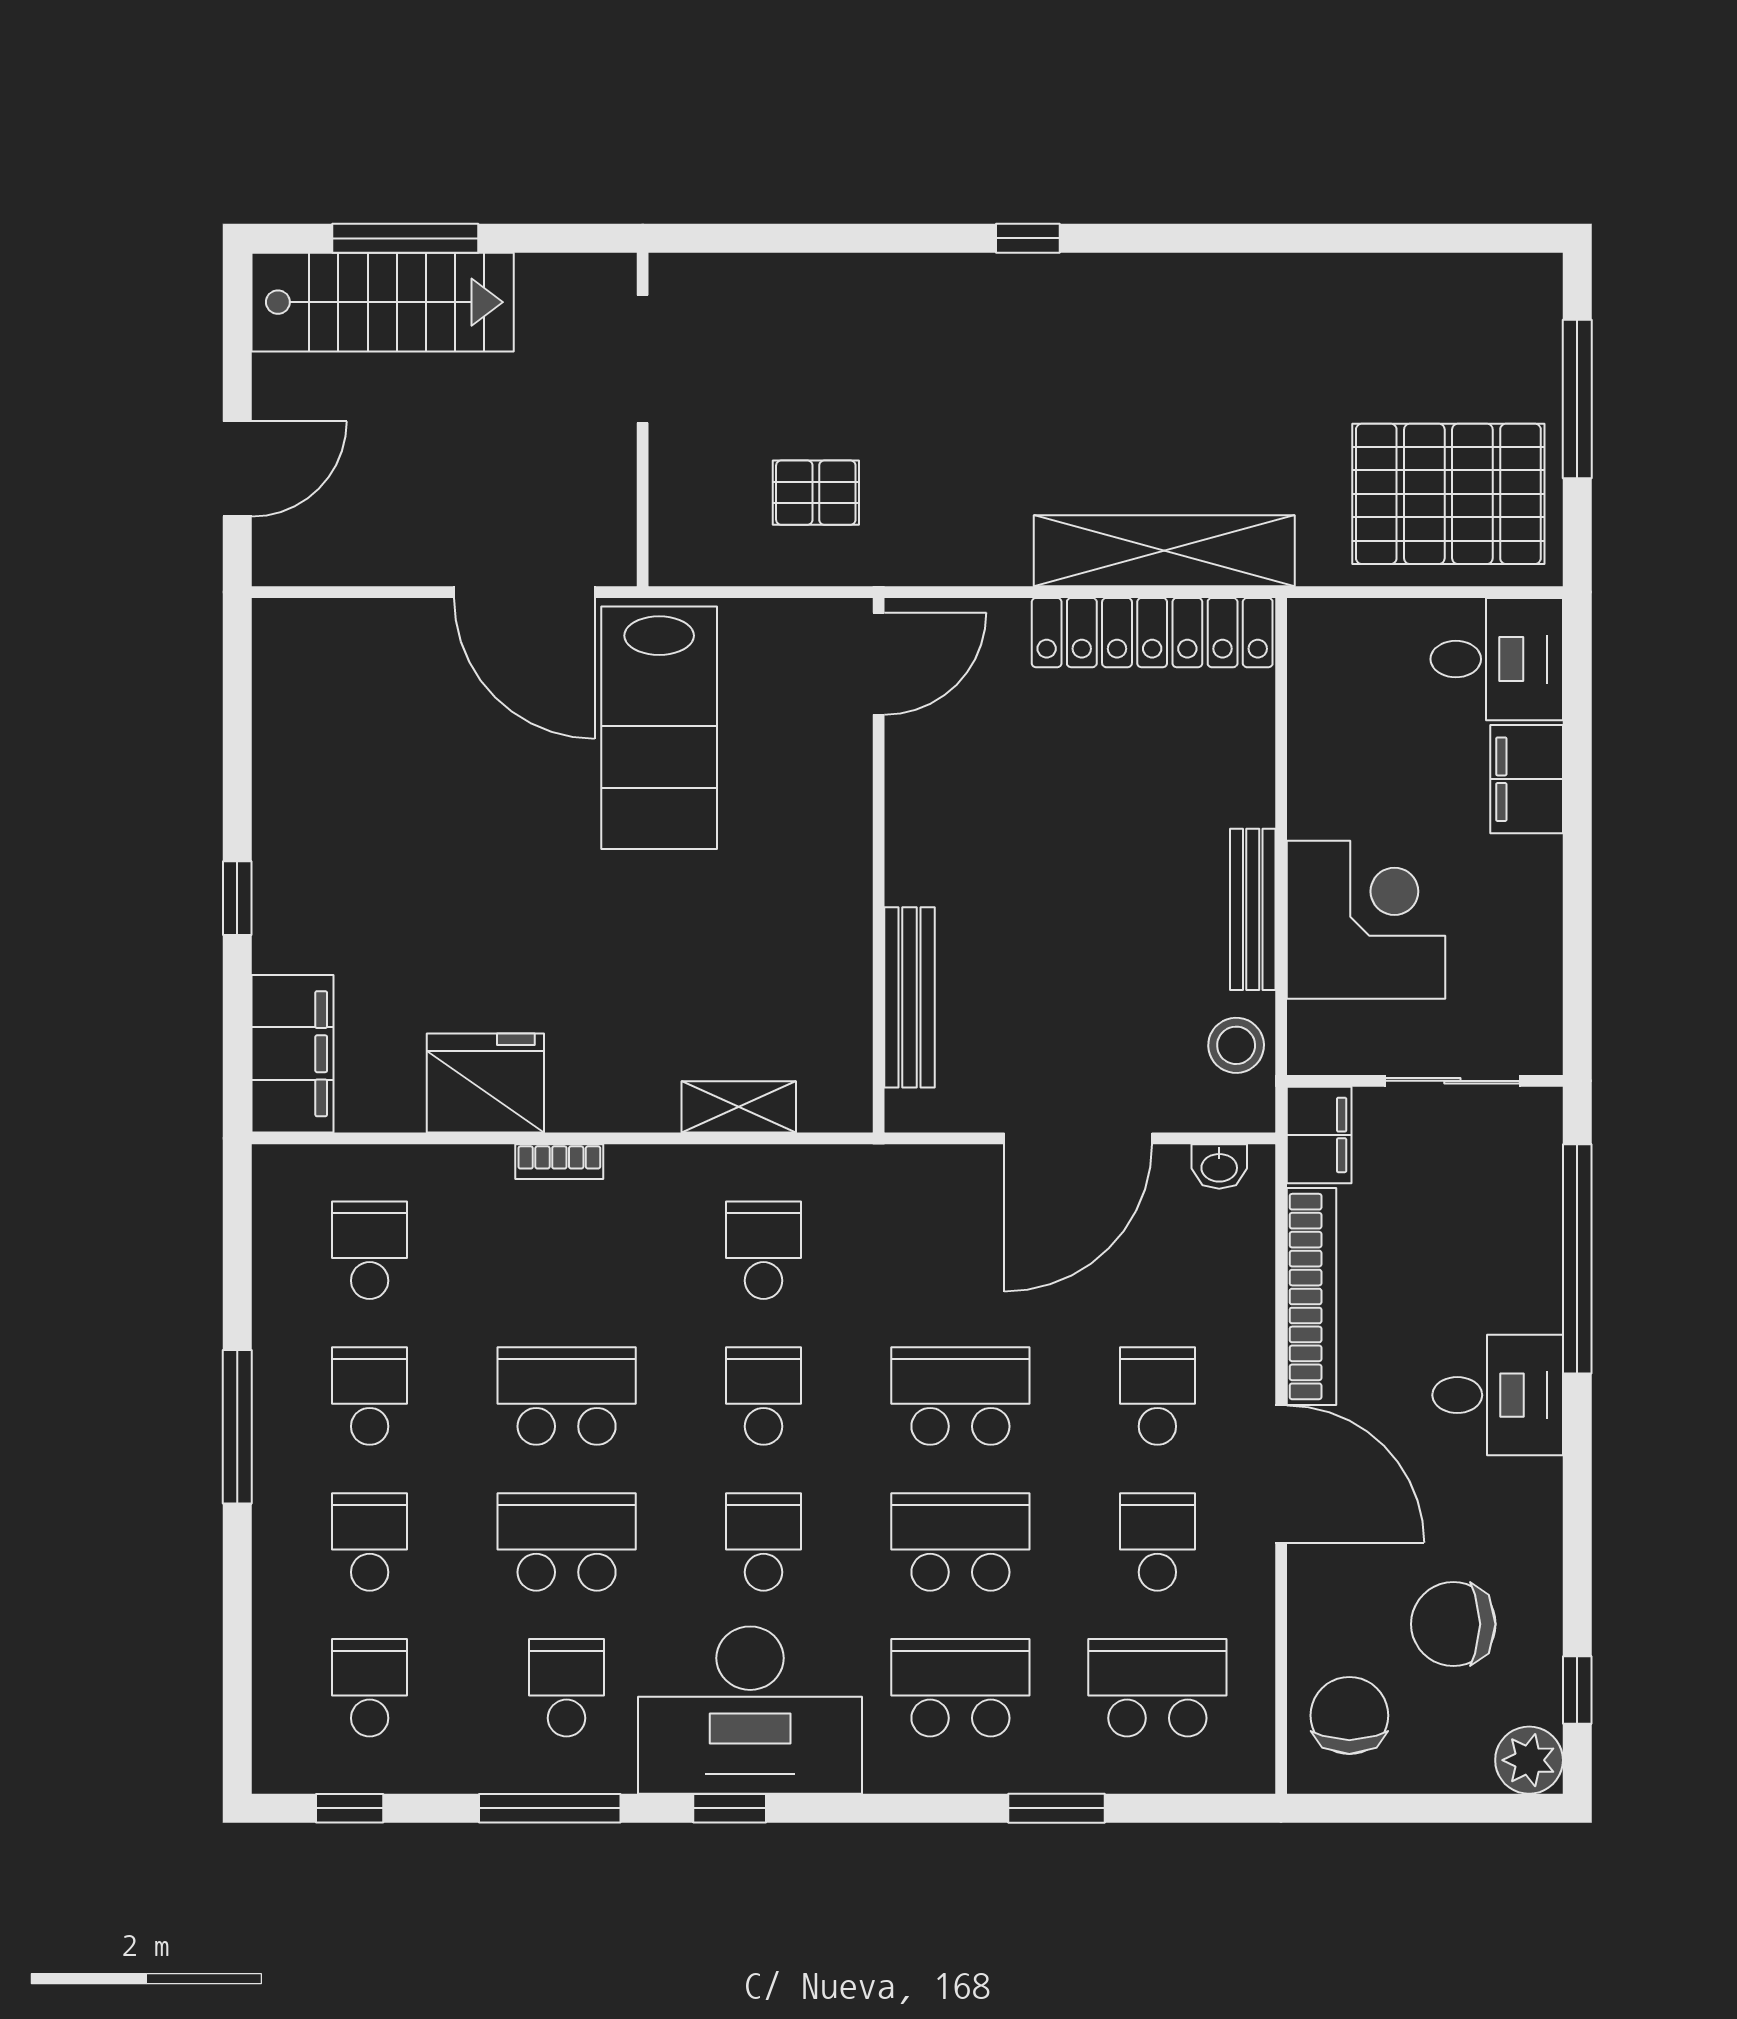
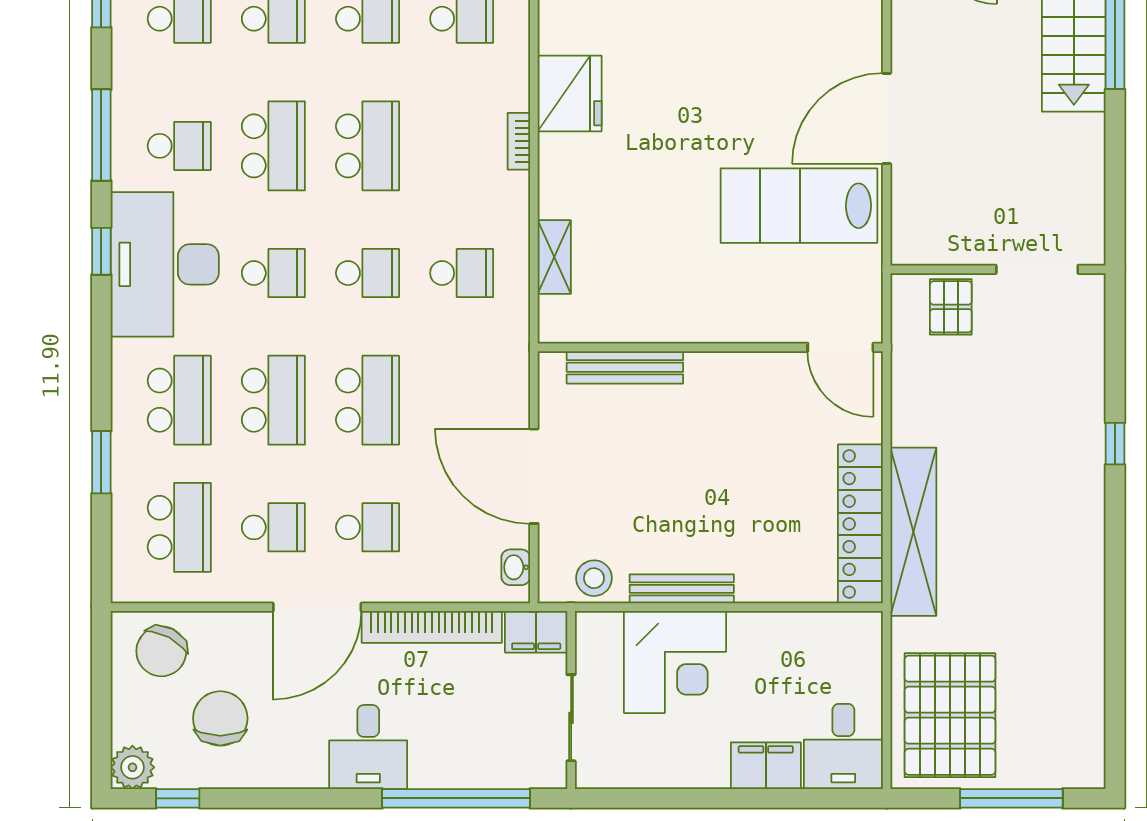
doorway: (643, 359) -> (1037, 269), moved
wall: (643, 419) -> (998, 269), moved
chair: (1349, 1715) -> (161, 651), turned 118

